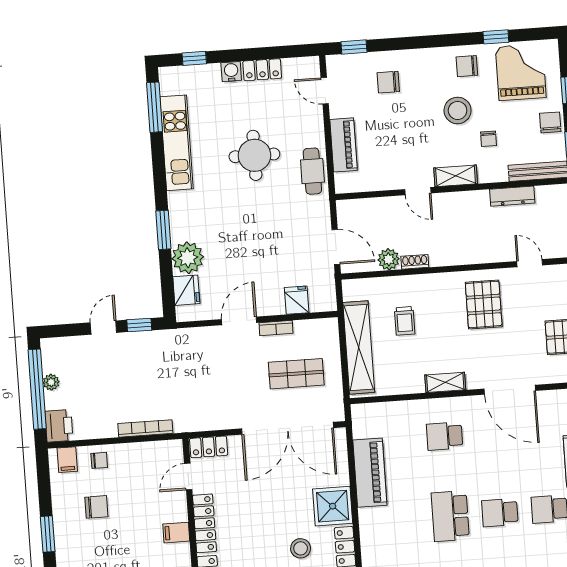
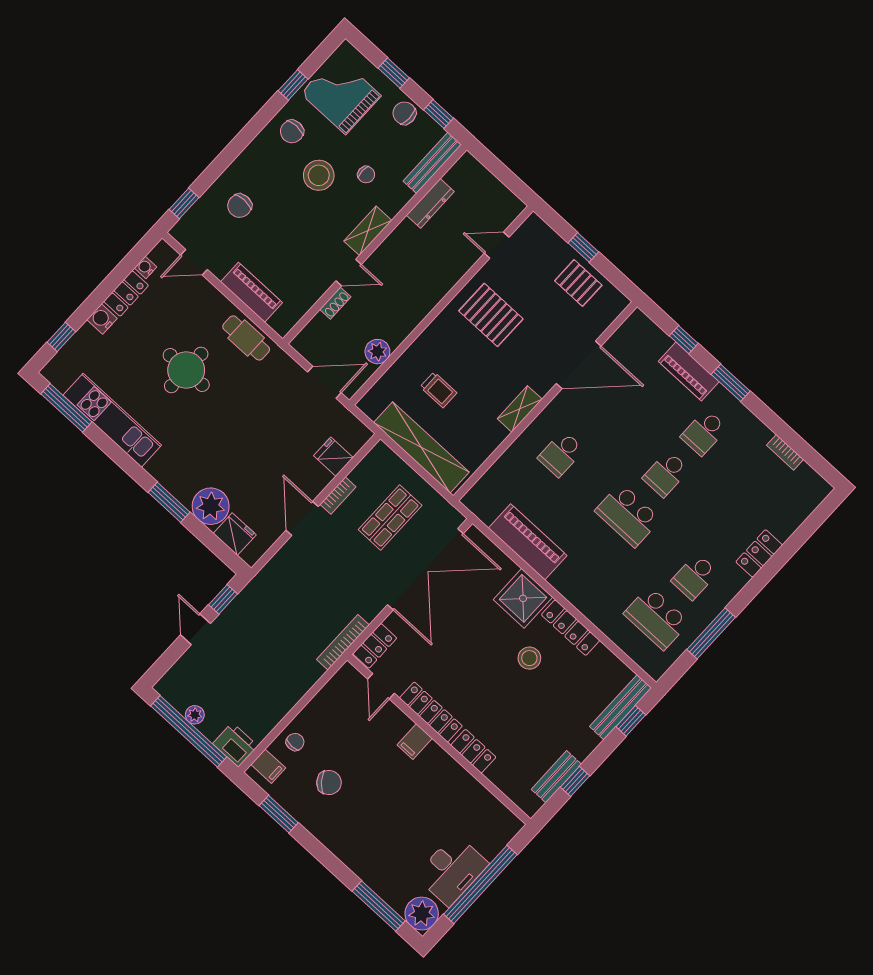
water cooler: (290, 65) -> (146, 267), added
shoe rack: (415, 262) -> (335, 303), moved, turned 180
bookcase: (145, 428) -> (343, 642), moved
chair: (96, 507) -> (329, 783), turned 50
window: (48, 534) -> (279, 814), moved

